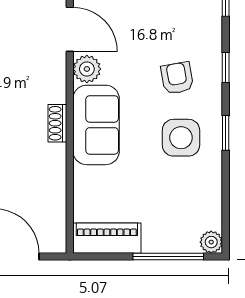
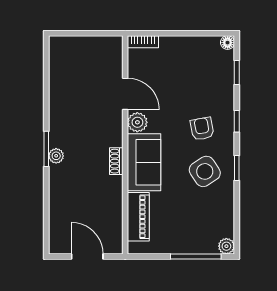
side table: (181, 138) -> (205, 171), turned -33
piano: (107, 238) -> (138, 217), moved, turned 90

